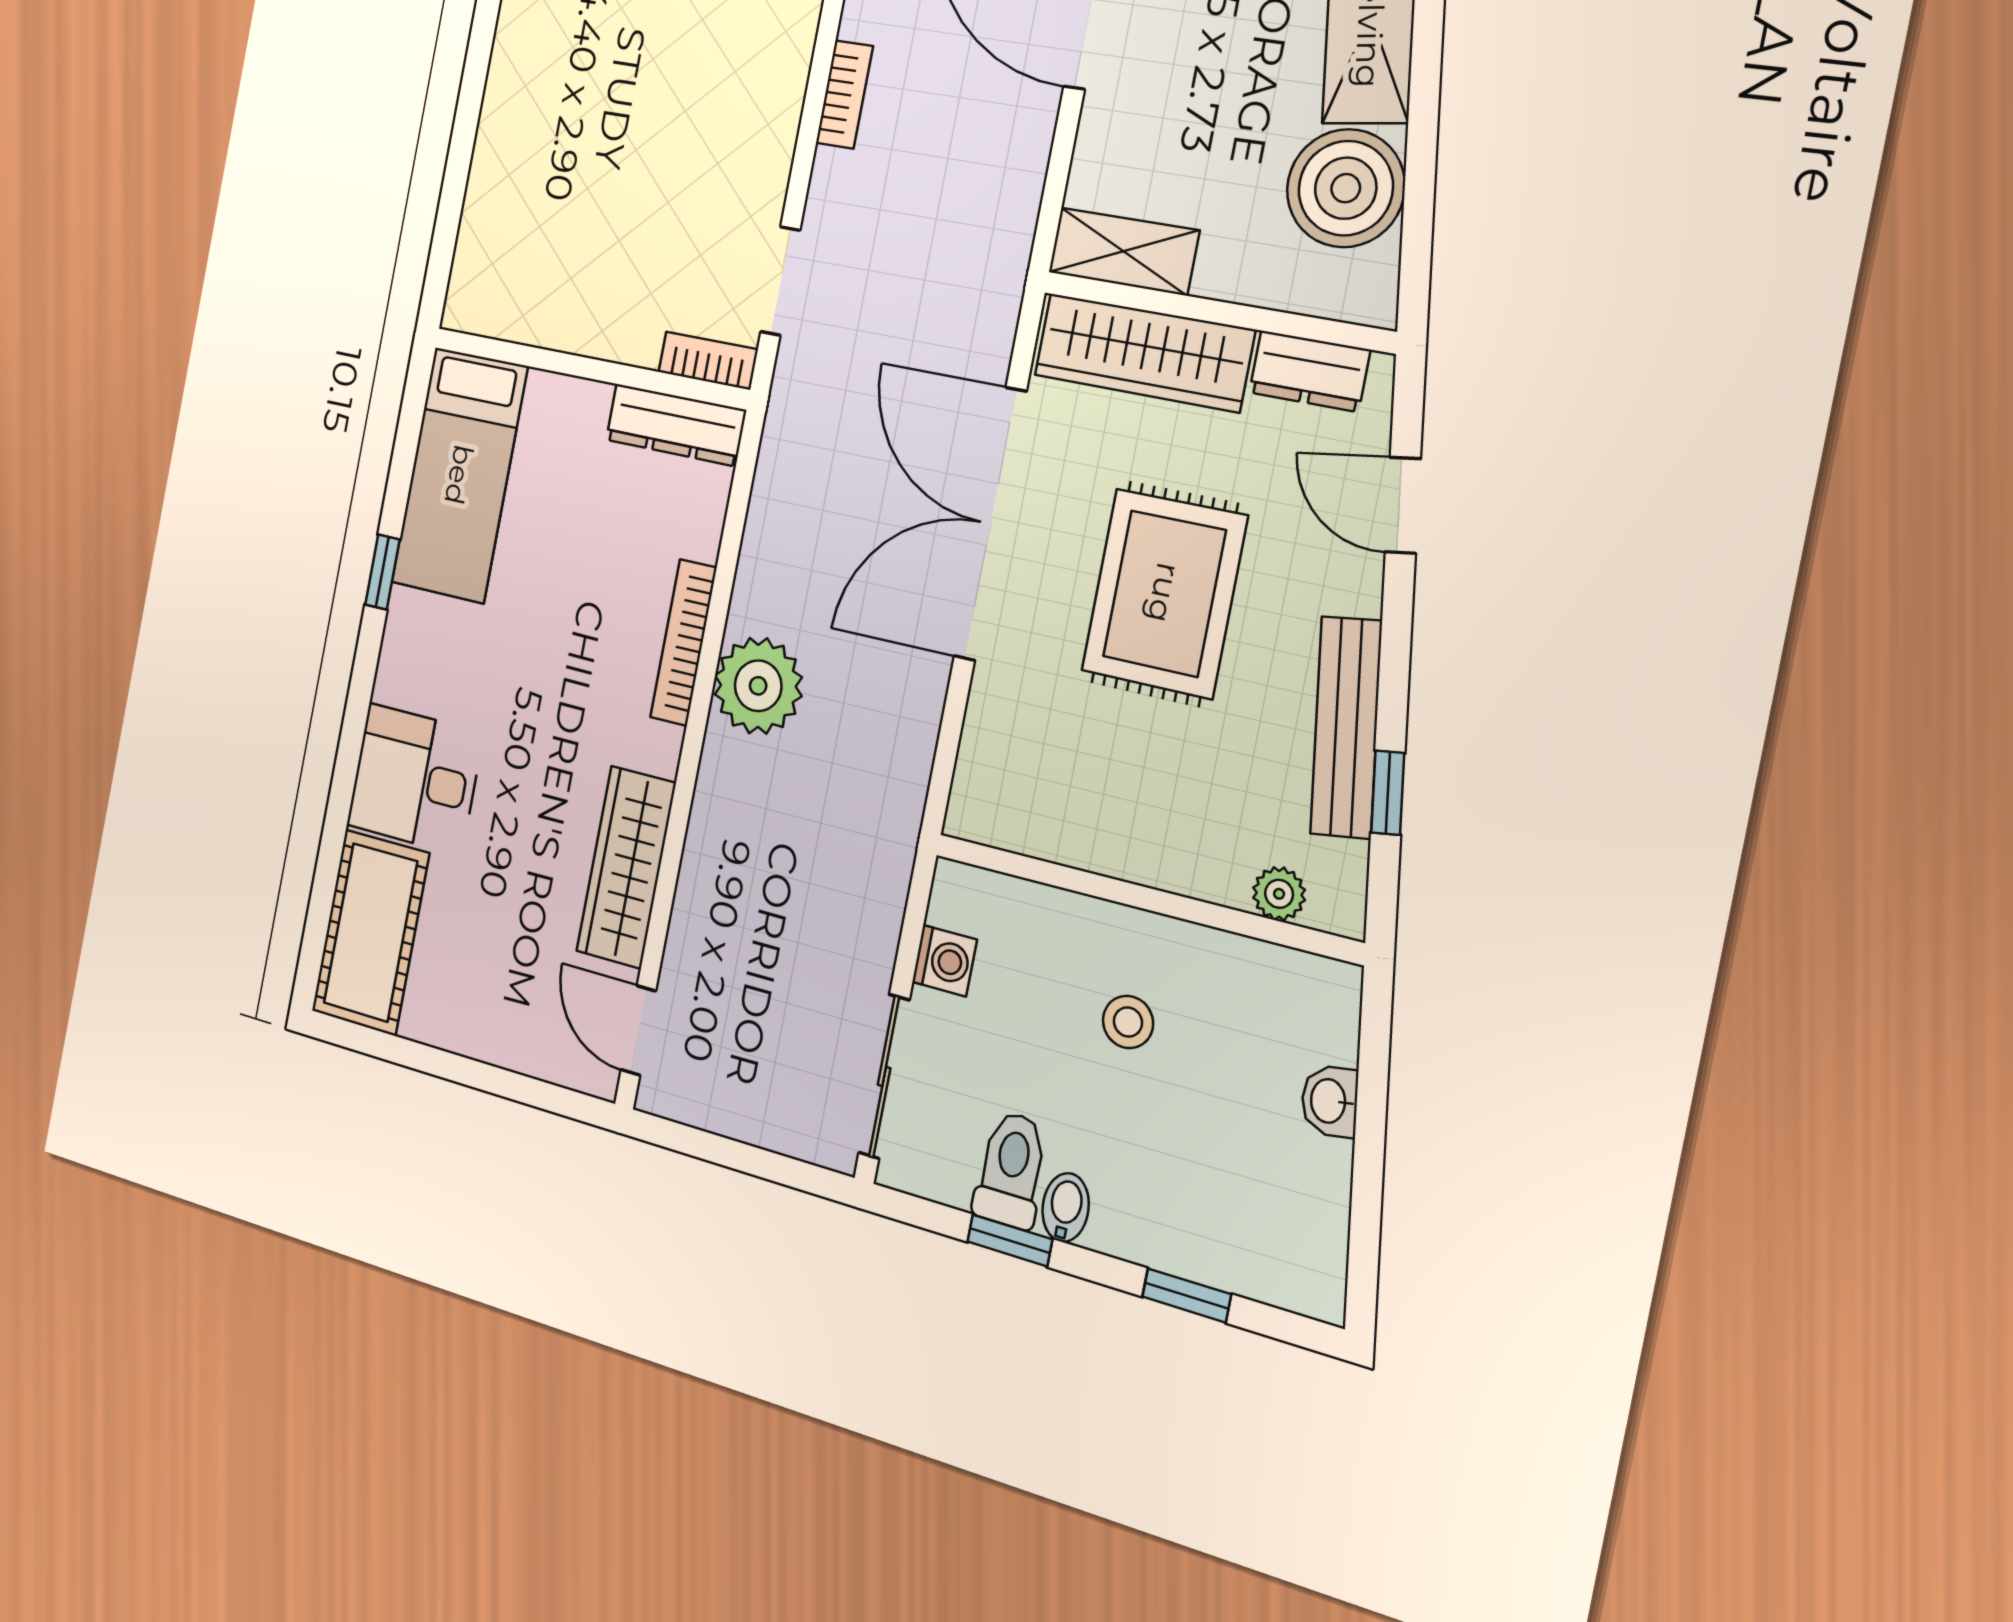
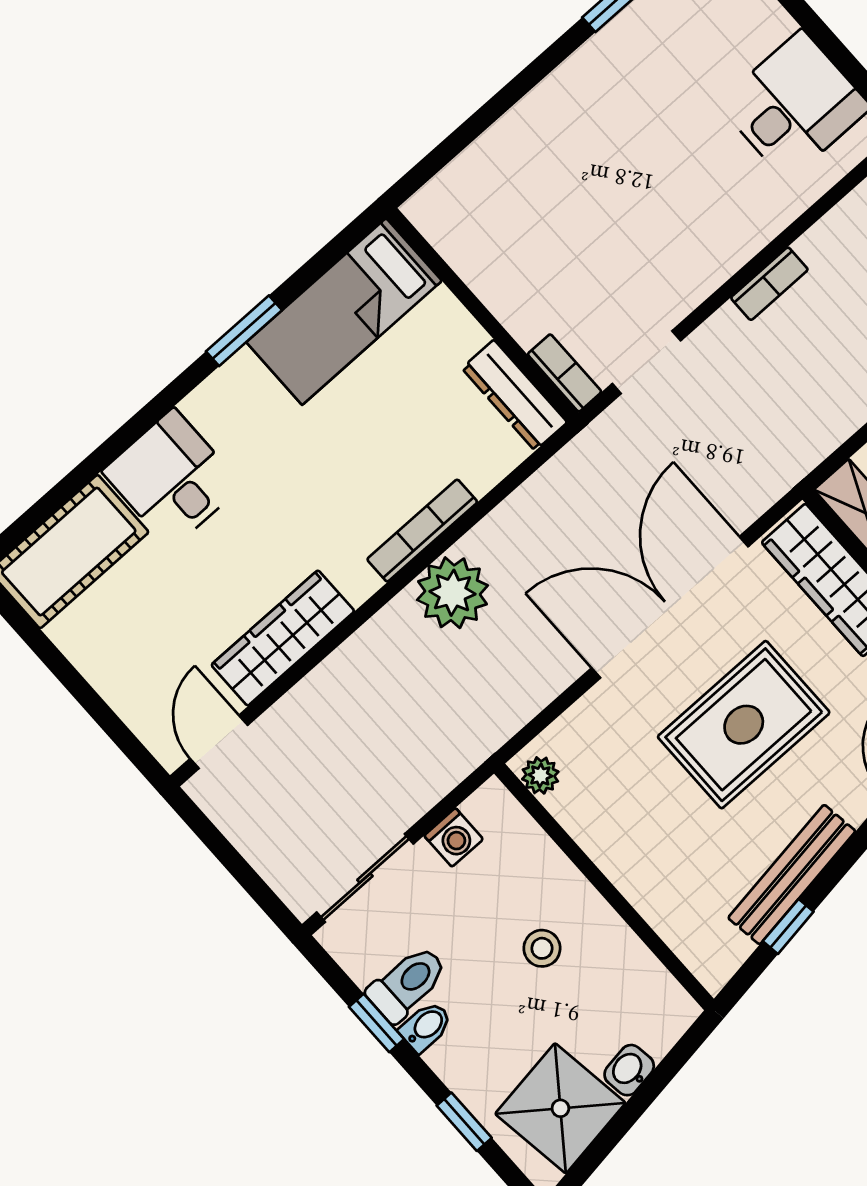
window: (382, 572) -> (244, 331), width x1.50
plant: (1279, 894) -> (540, 775), moved
shower: (1284, 1204) -> (560, 1108), added

